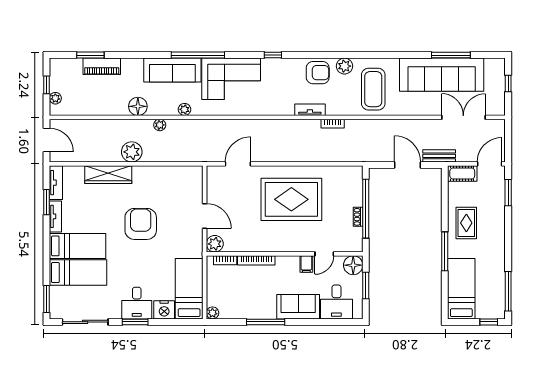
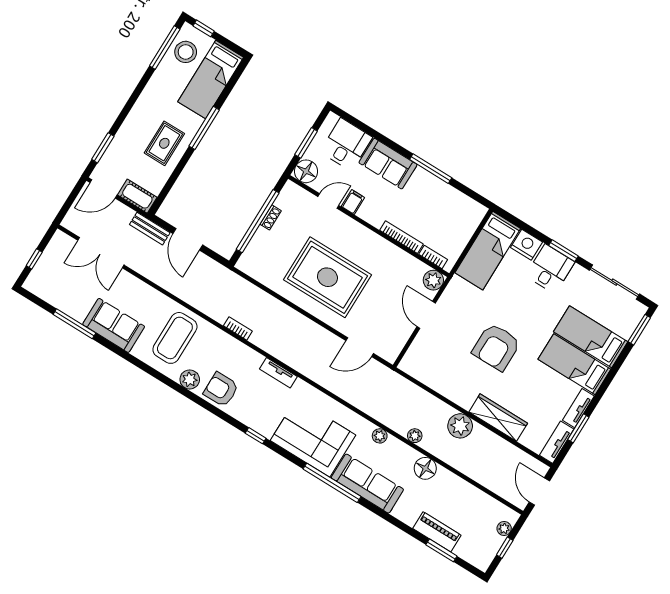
sofa: (442, 75) -> (114, 325), width x0.54, depth x0.79
tv unit: (310, 110) -> (278, 373), moved
stool: (491, 297) -> (186, 52), added
plant: (212, 313) -> (479, 211), removed

